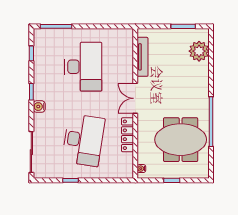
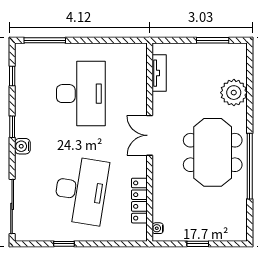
plant: (199, 51) -> (234, 93), moved
tv unit: (143, 57) -> (159, 73), width x0.71
locker: (128, 135) -> (139, 201), moved
meeting table: (181, 140) -> (213, 152), moved, turned 90

